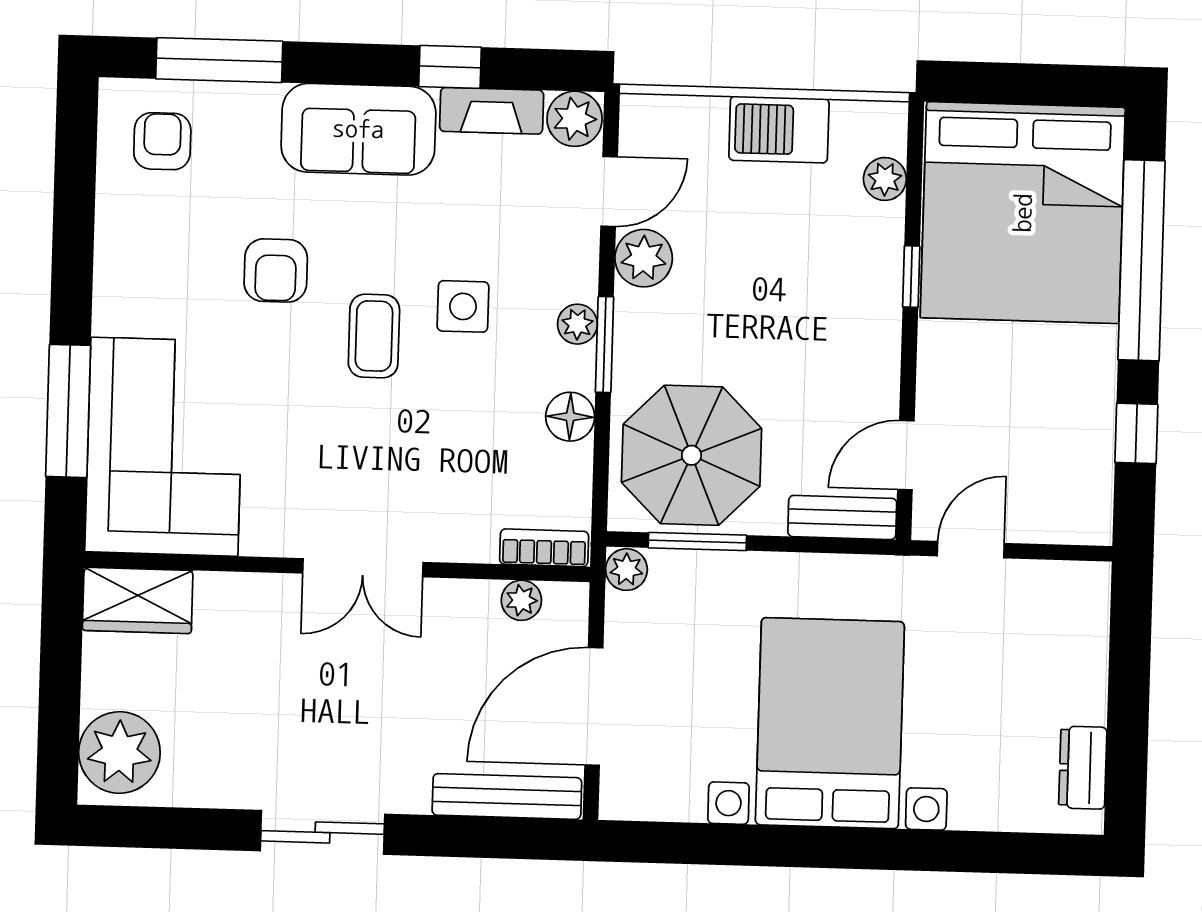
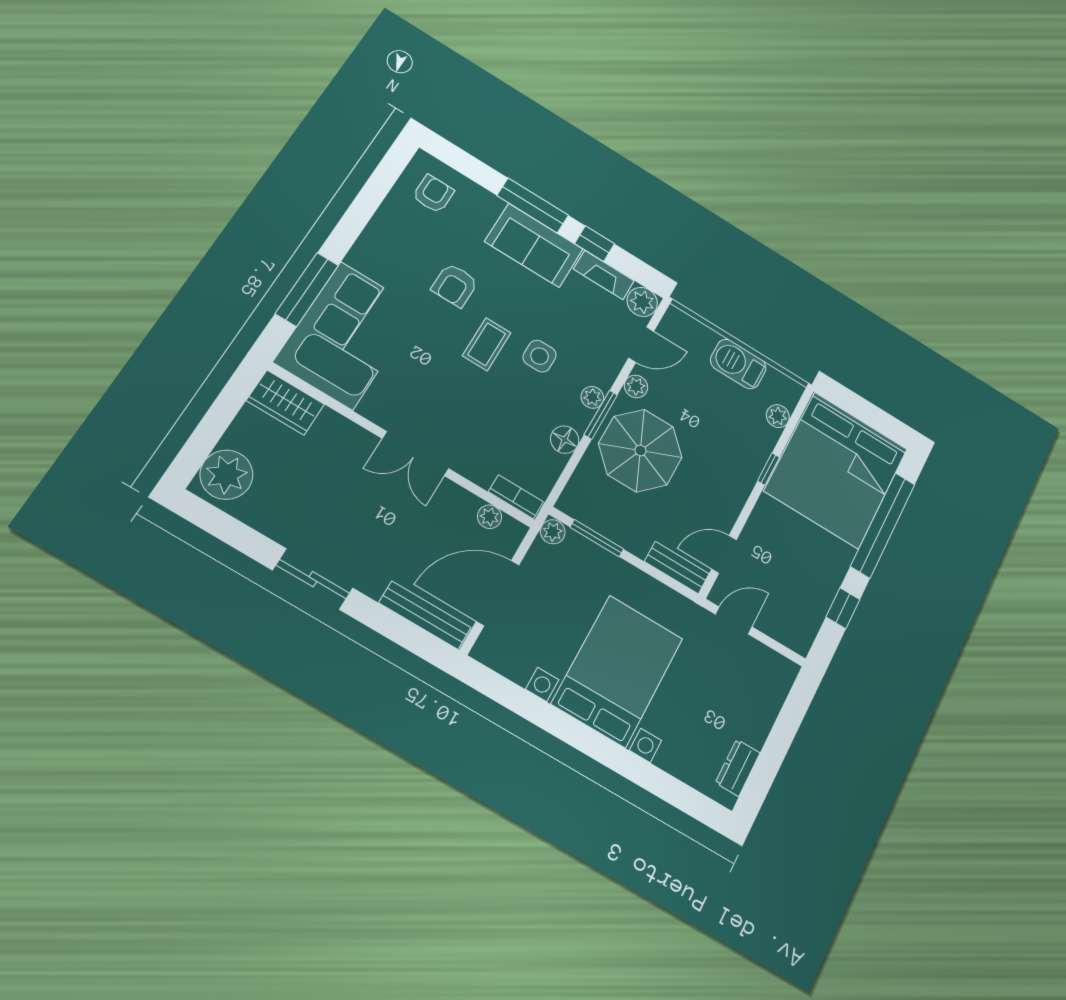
window: (219, 60) -> (533, 205), moved
plant: (644, 258) -> (636, 386), width x0.73, depth x0.73
parasol: (692, 455) -> (640, 450), moved

